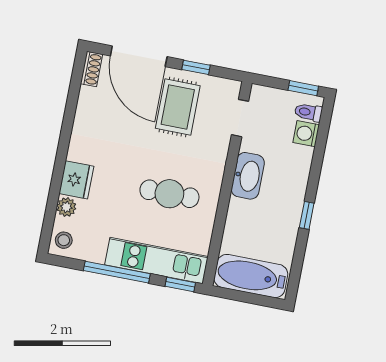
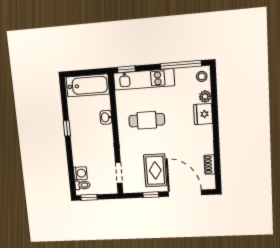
shoe rack: (91, 69) -> (210, 165), moved
washbasin: (248, 176) -> (106, 117), moved, width x0.52, depth x0.69
window: (117, 272) -> (181, 65), moved

